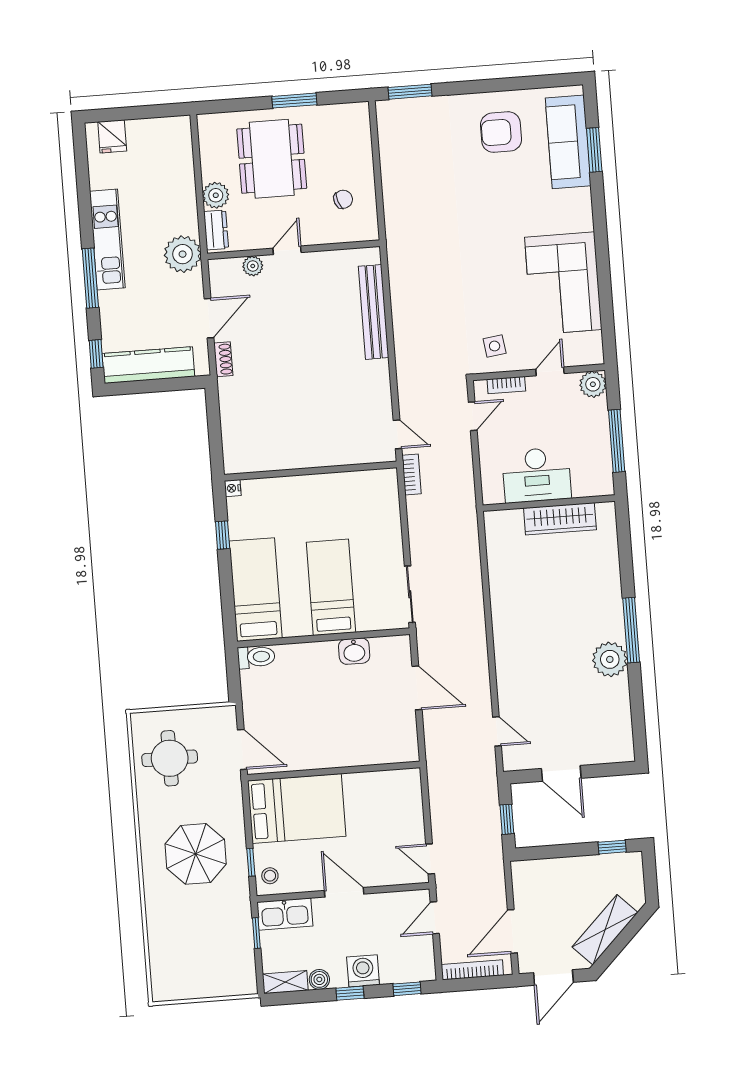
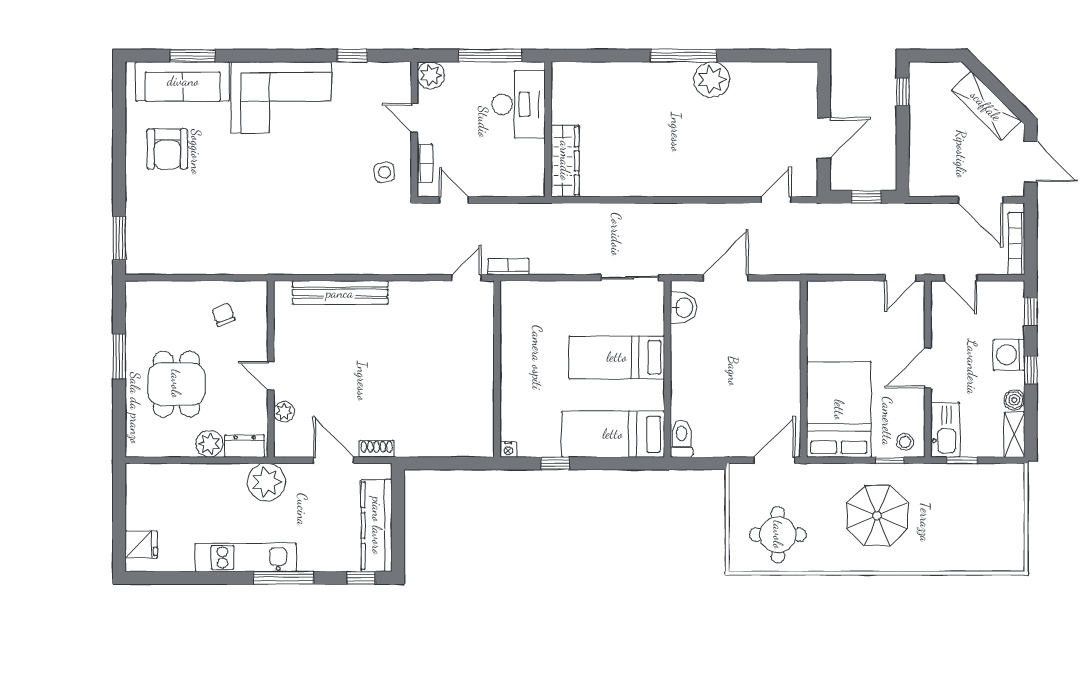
dining table: (272, 159) -> (176, 384), width x0.73
corner sofa: (563, 283) -> (281, 97), moved
window: (606, 306) -> (352, 56), added
desk: (537, 475) -> (519, 104), moved
wardrobe: (560, 519) -> (565, 161), moved
washbasin: (354, 651) -> (683, 308), moved

